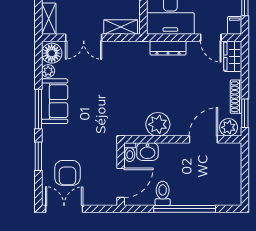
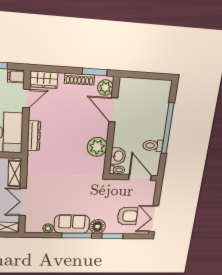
double door: (84, 38) -> (23, 202), swing flipped
floor lamp: (52, 53) -> (97, 227), moved

